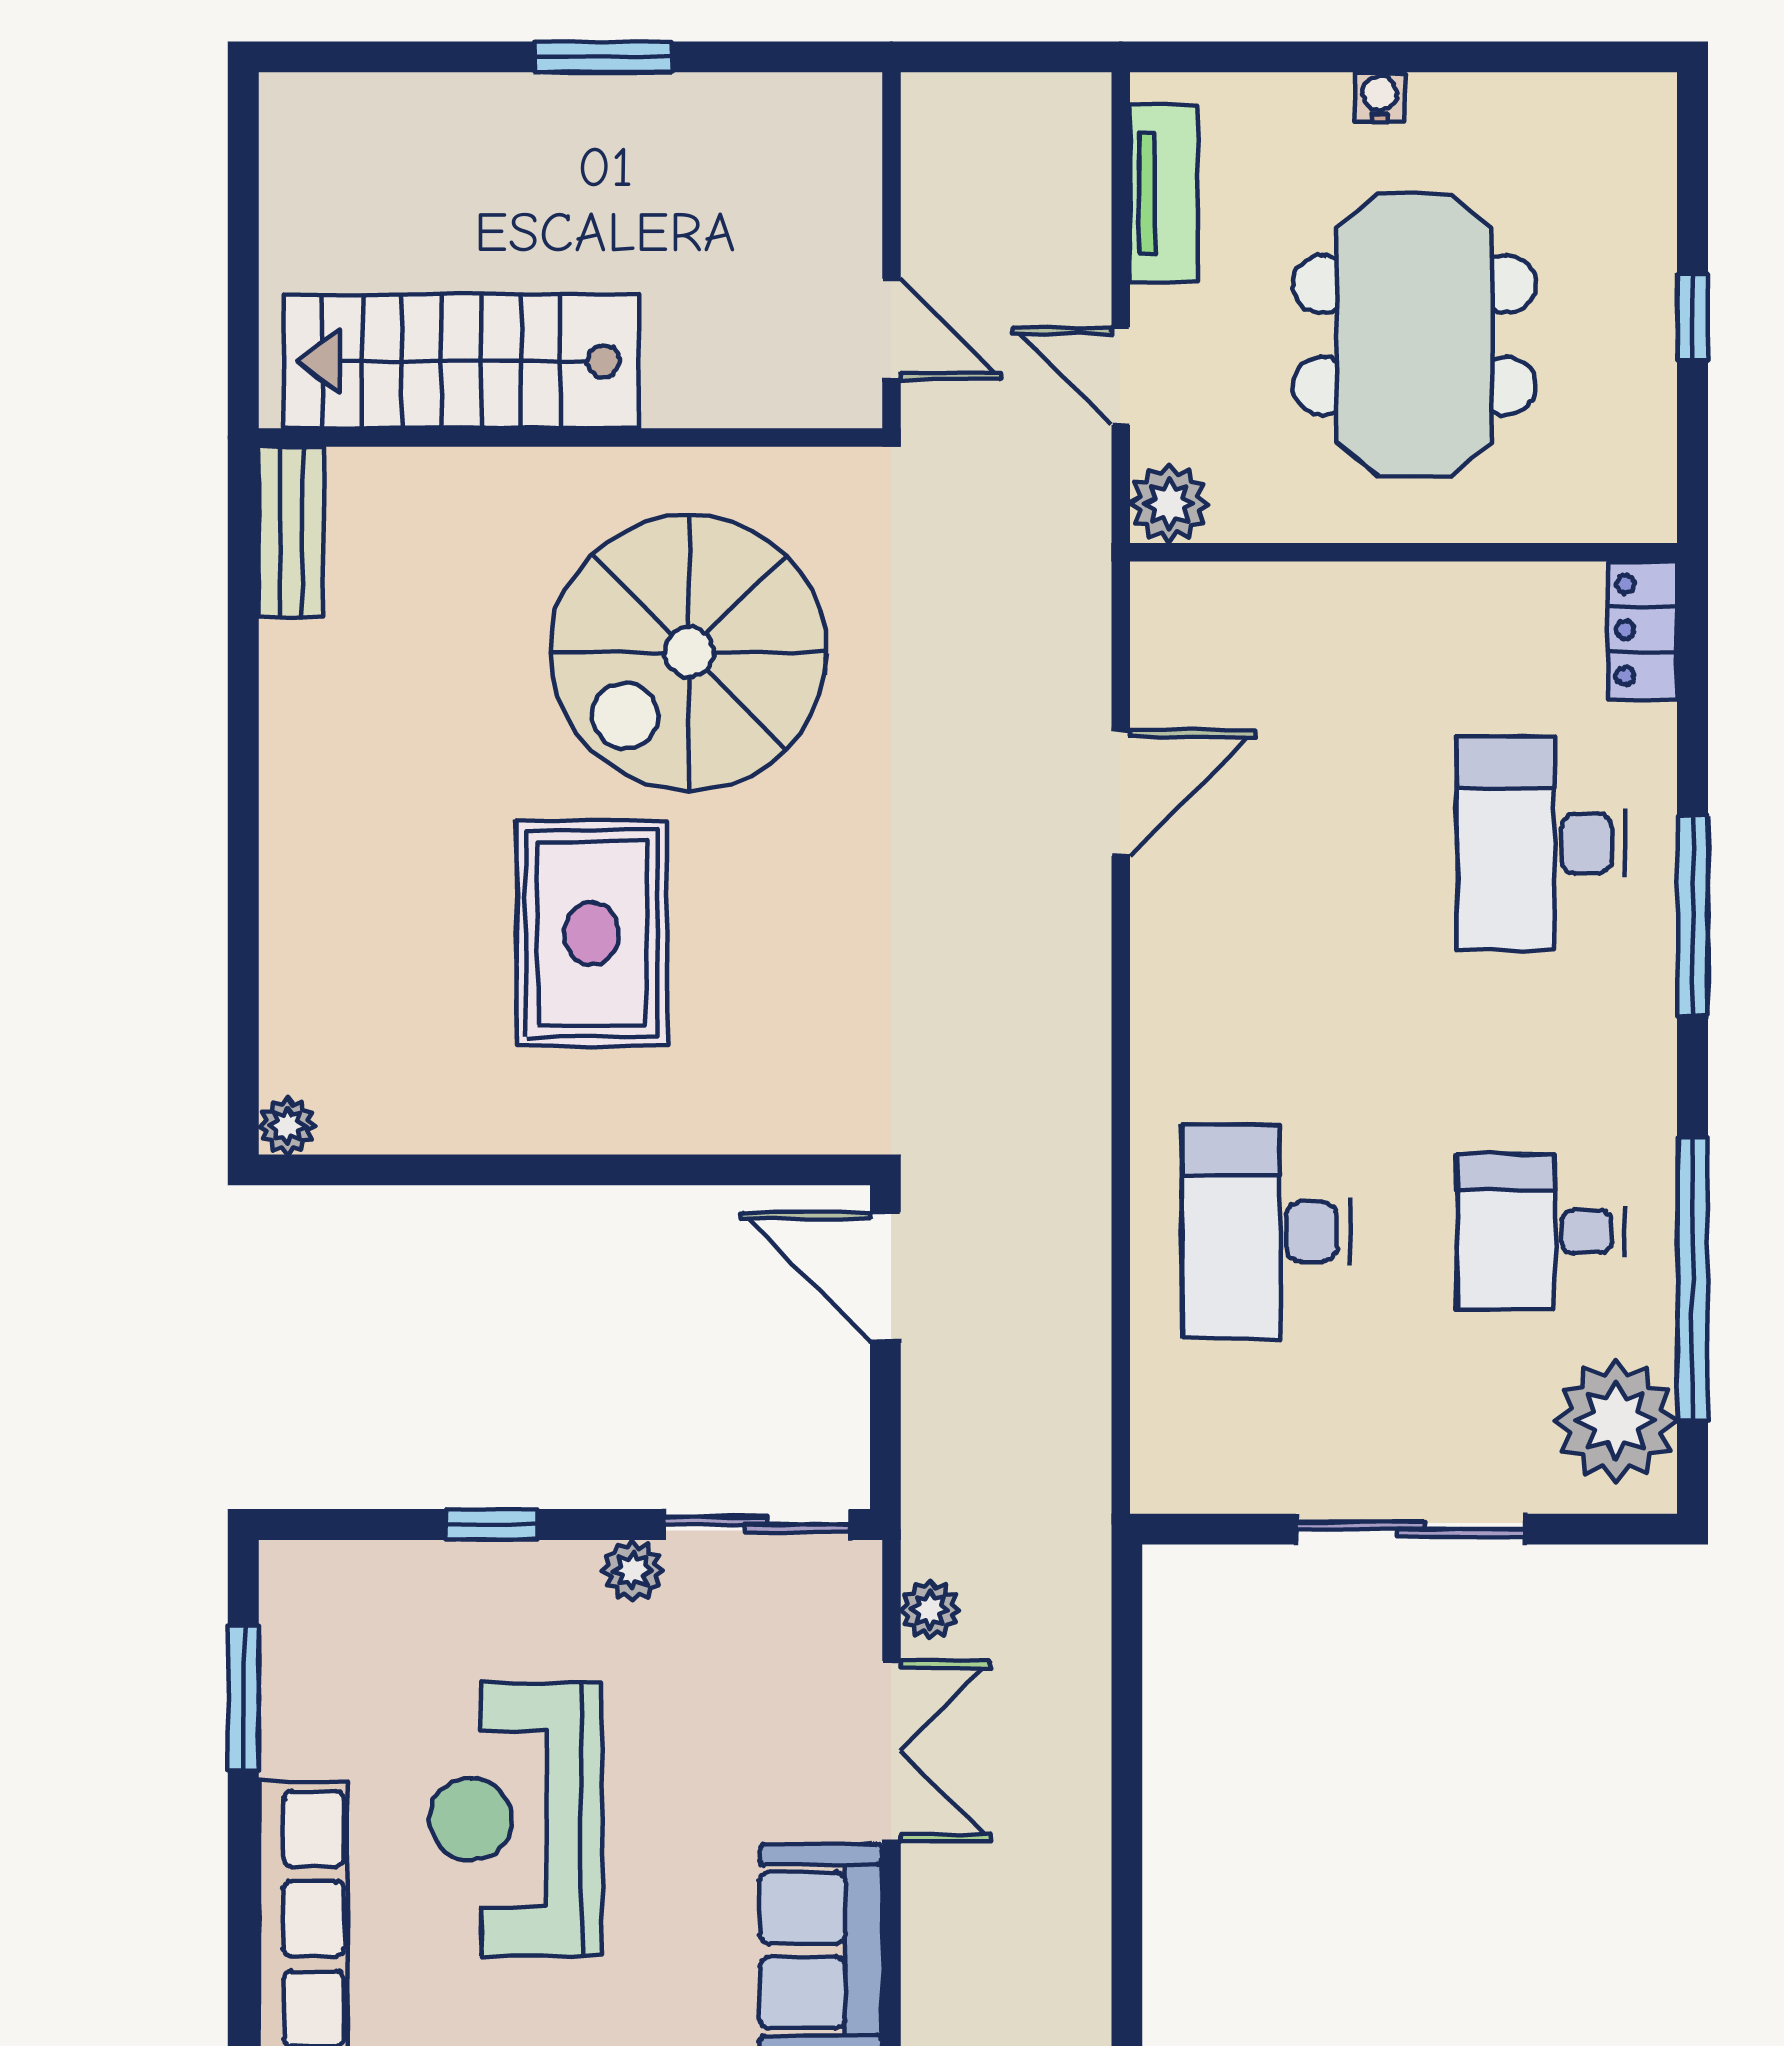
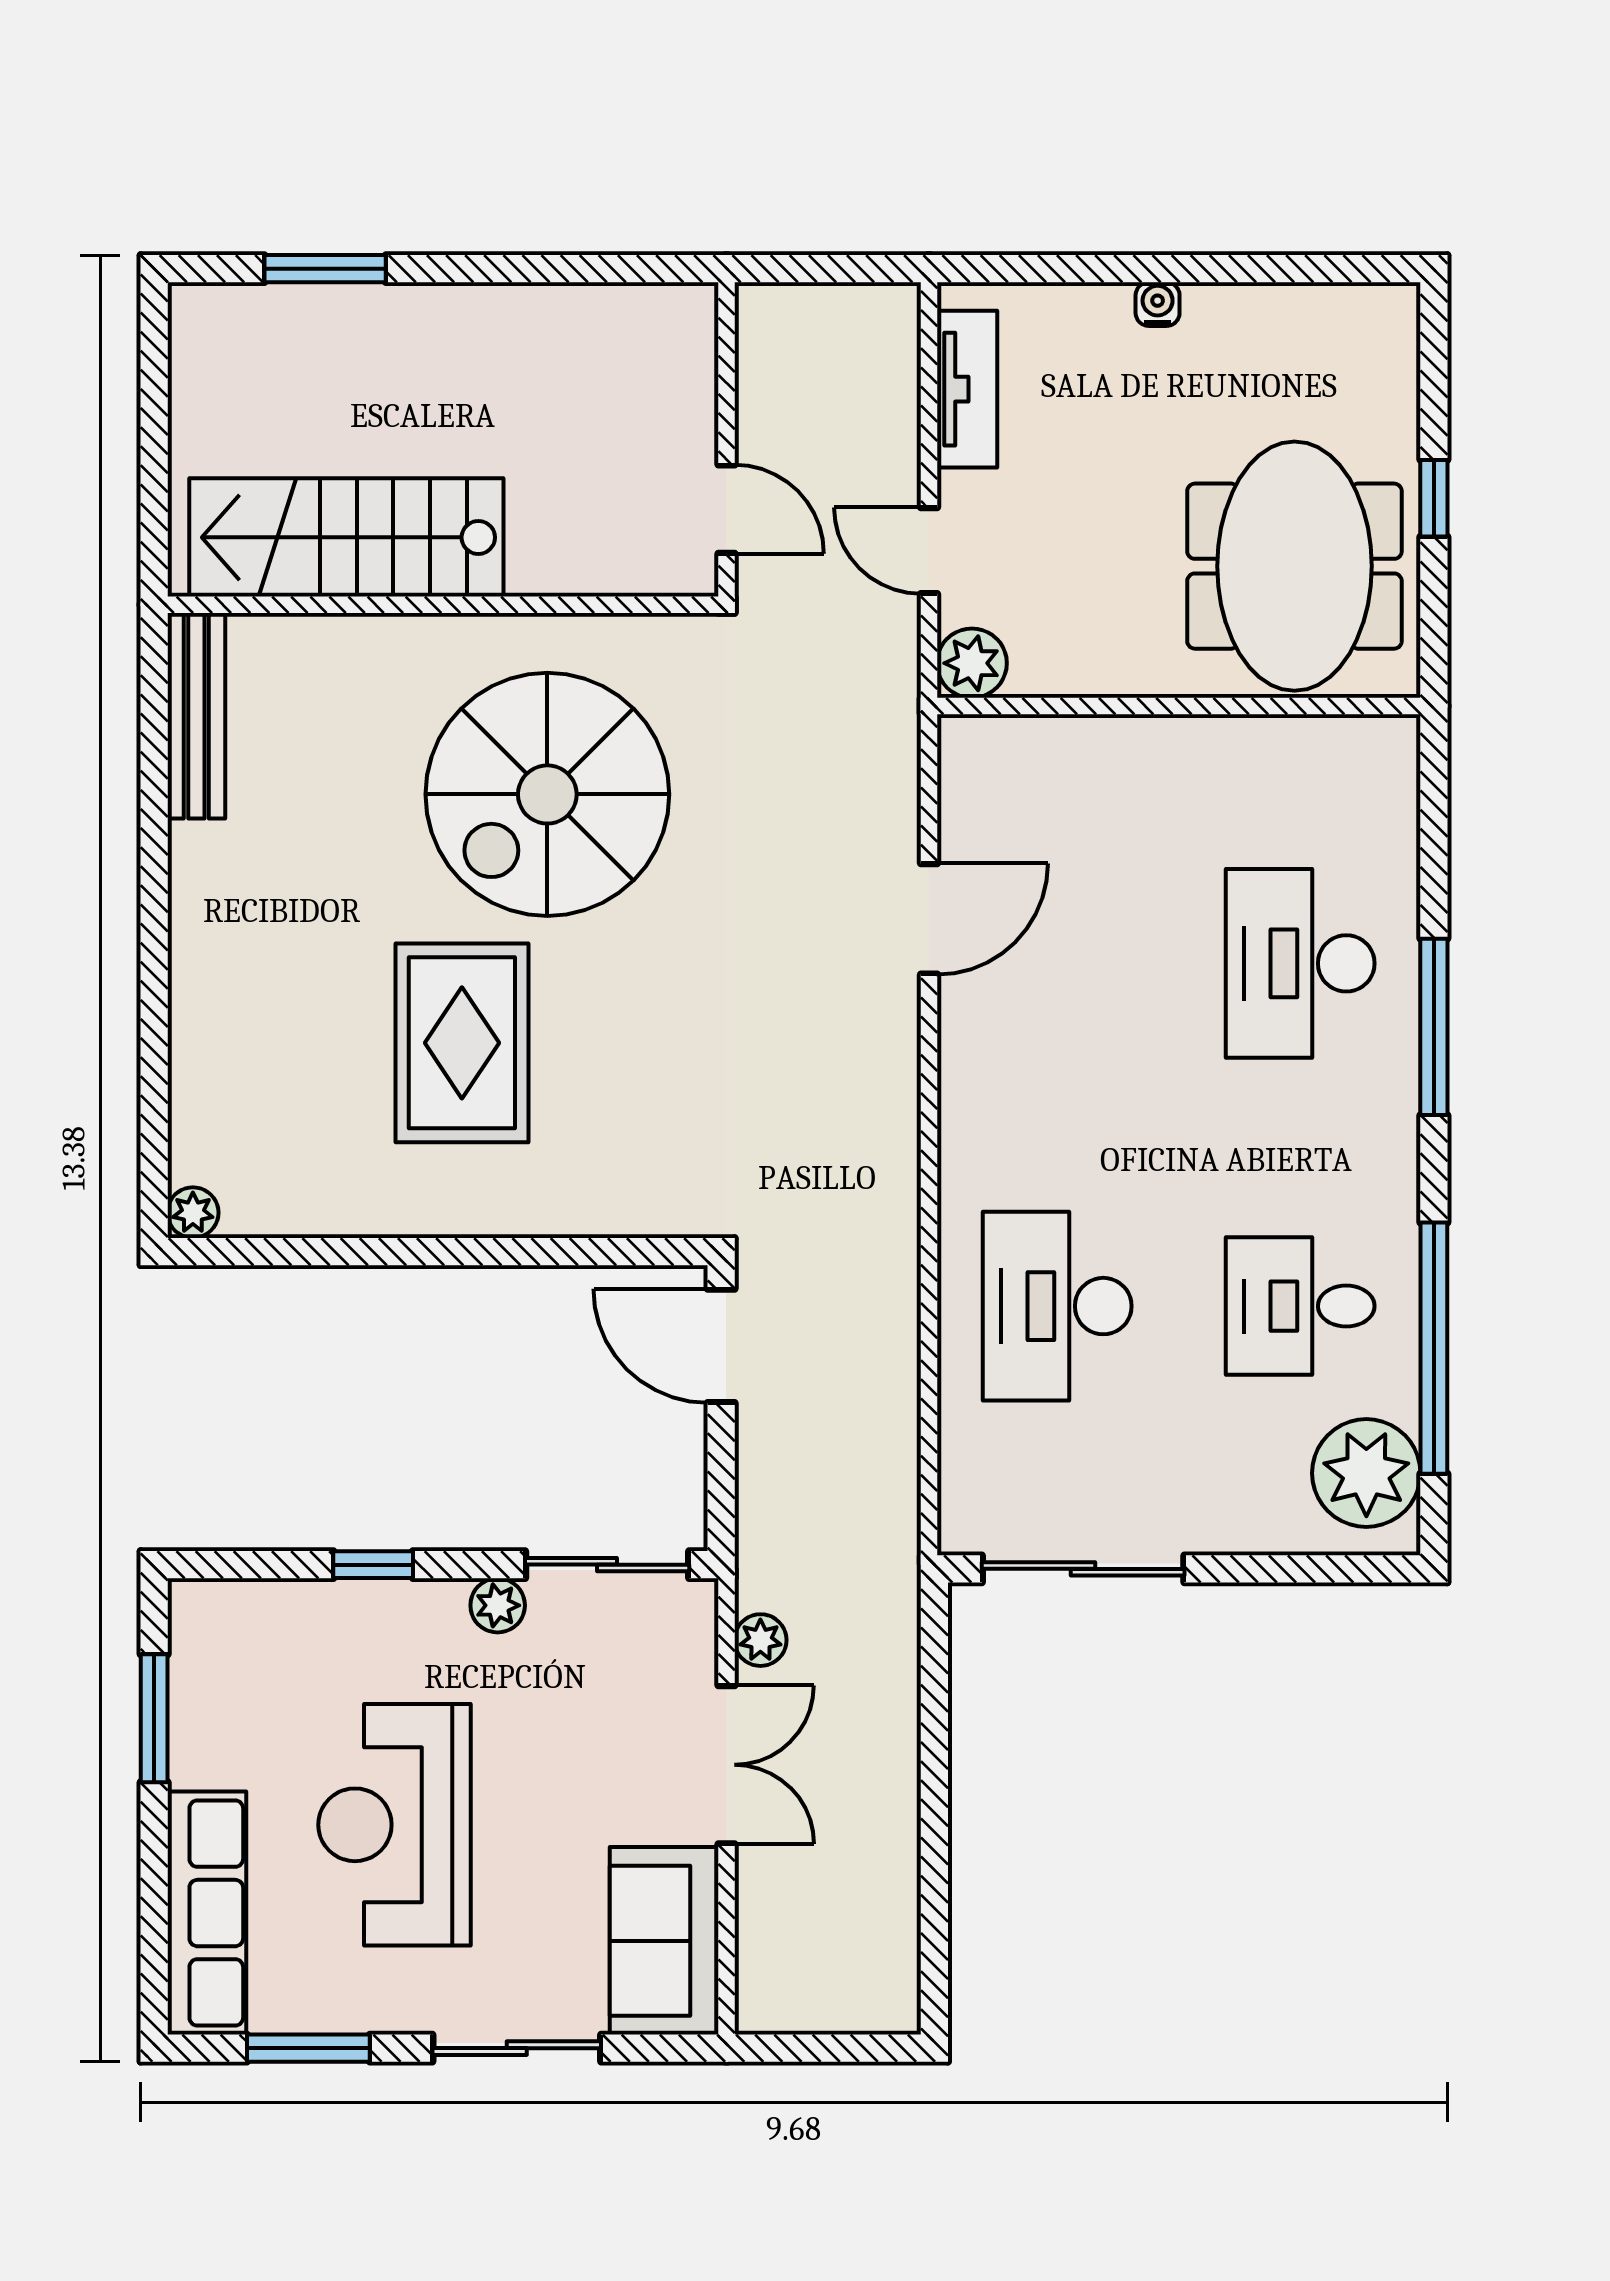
window: (603, 57) -> (325, 269), moved
meeting table: (1414, 335) -> (1294, 566), moved
bench: (291, 532) -> (196, 716), width x1.36
locker: (1643, 630) -> (1390, 775), removed
sliding door: (1411, 1529) -> (1083, 1569), moved

